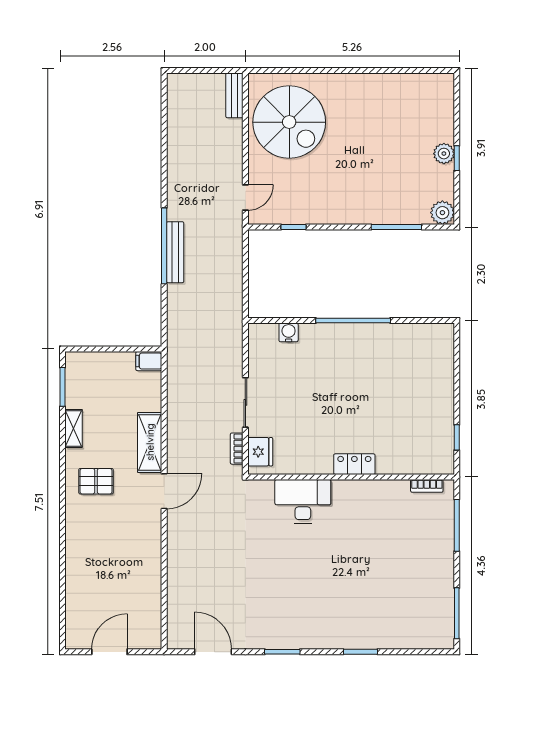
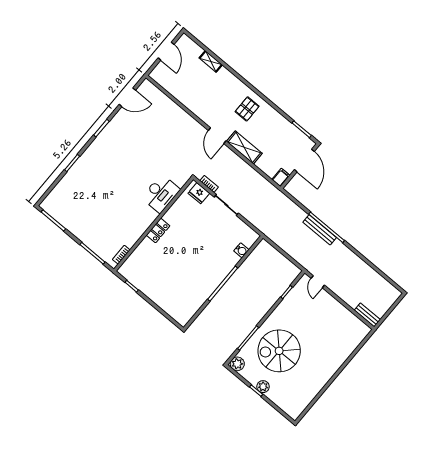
spiral stairs: (289, 122) -> (279, 351), moved
door: (101, 349) -> (304, 161), added
shelving: (74, 428) -> (211, 61), moved

